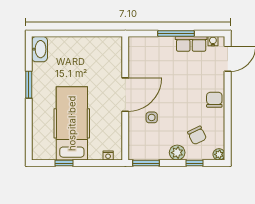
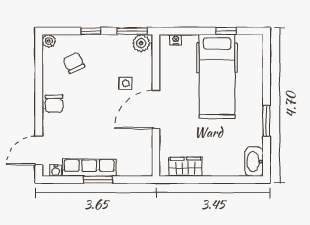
window: (176, 33) -> (98, 180), width x0.69
row of seats: (191, 44) -> (89, 168), width x1.48
wardrobe: (100, 45) -> (185, 167), added
plant: (177, 153) -> (141, 43), moved
window: (194, 163) -> (91, 31), moved

